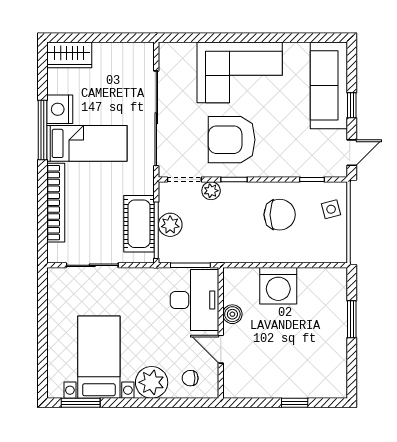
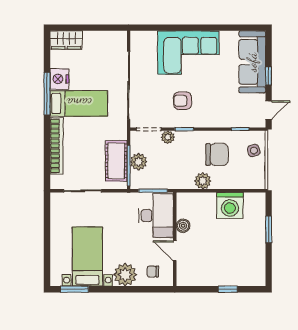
armchair: (232, 140) -> (183, 101), width x0.53, depth x0.53
plant: (260, 252) -> (203, 181), added
washing machine: (278, 286) -> (230, 205), moved

